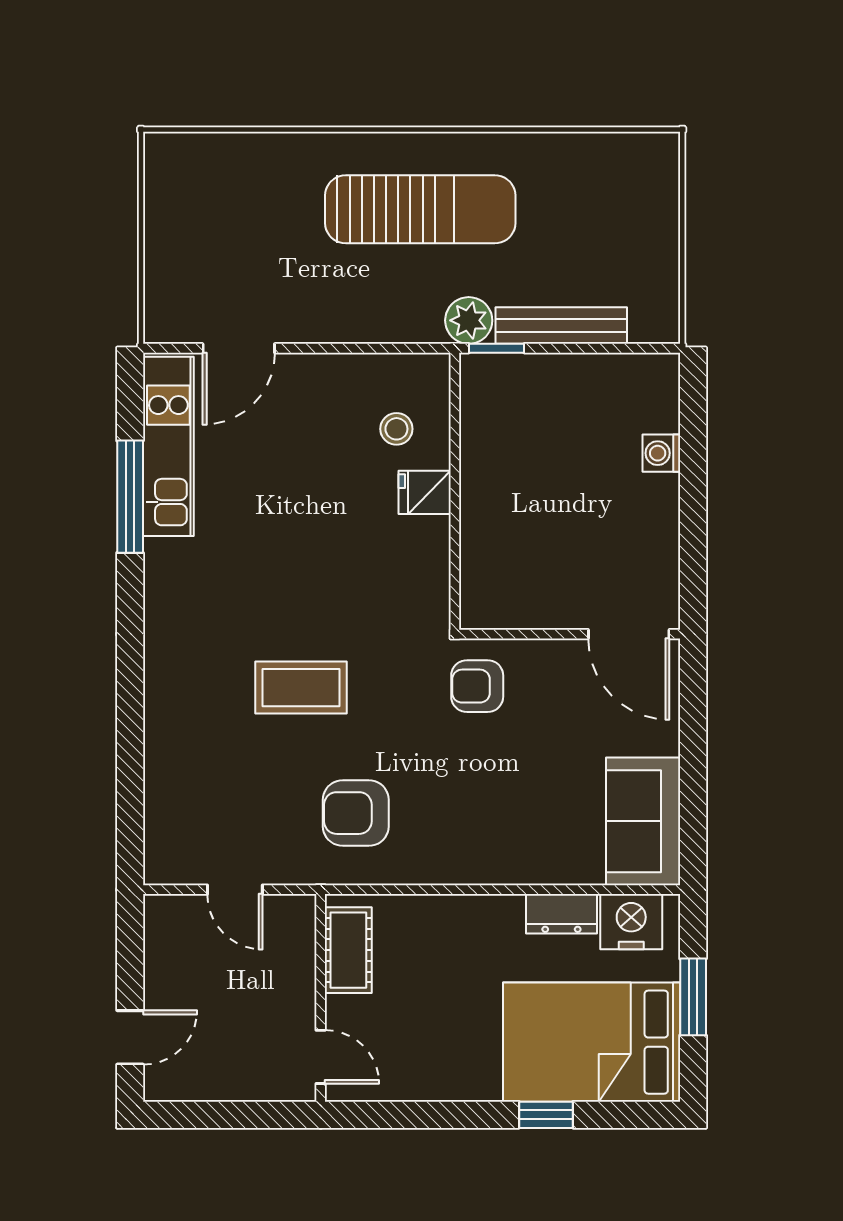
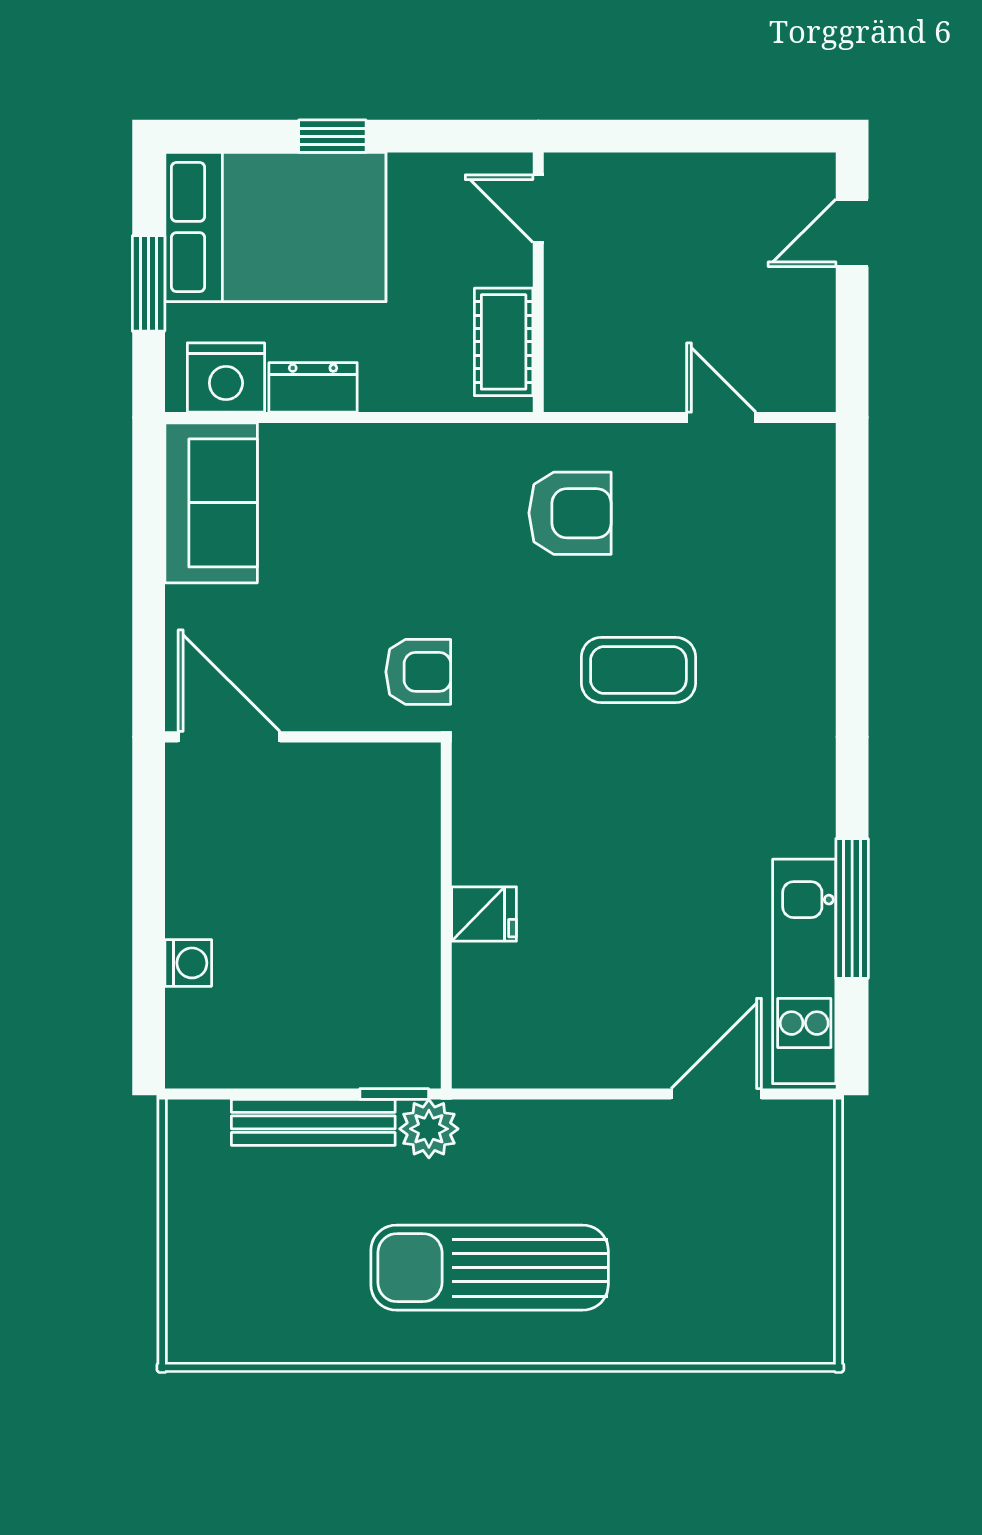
stool: (396, 429) -> (519, 993), removed
cot: (348, 950) -> (504, 342), moved
wall: (321, 998) -> (538, 282), moved
door: (321, 1057) -> (538, 209), moved

